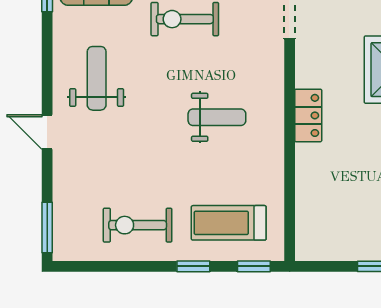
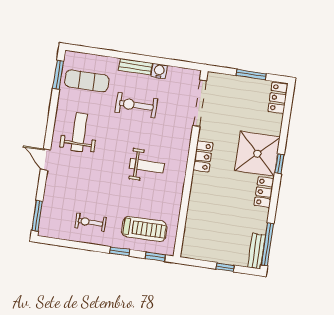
locker: (308, 115) -> (203, 156), moved
treadmill: (229, 223) -> (144, 229), turned 180
exercise bike: (138, 225) -> (90, 222), width x0.73, depth x0.72

